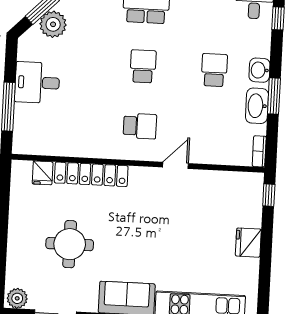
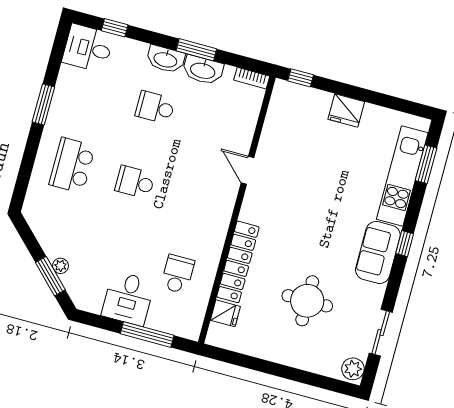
plant: (53, 24) -> (60, 266), width x0.53, depth x0.53
washbasin: (259, 70) -> (165, 59), width x1.38
school desk: (140, 126) -> (178, 274), moved

